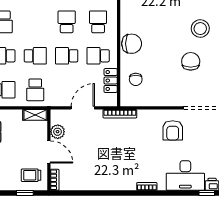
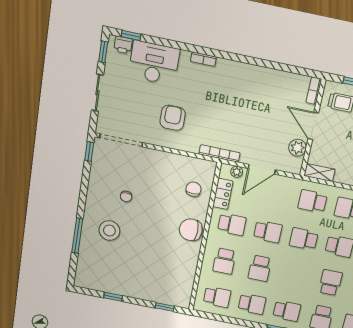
chair: (191, 61) -> (126, 196), width x0.54, depth x0.54
school desk: (35, 90) -> (313, 201), turned -90
plant: (103, 102) -> (237, 172), added
armchair: (173, 130) -> (173, 118), moved

